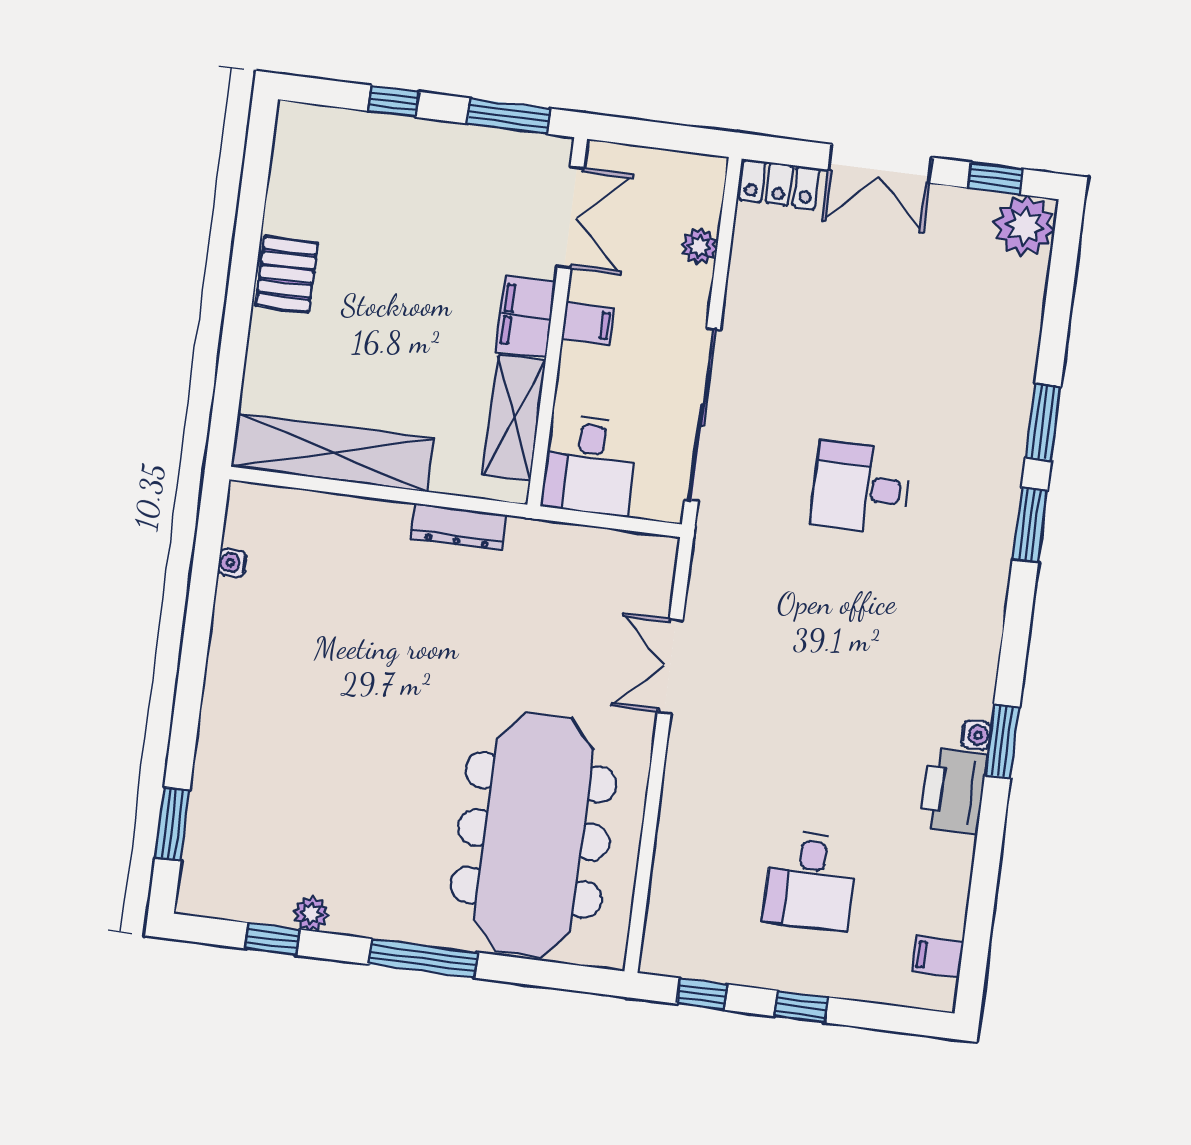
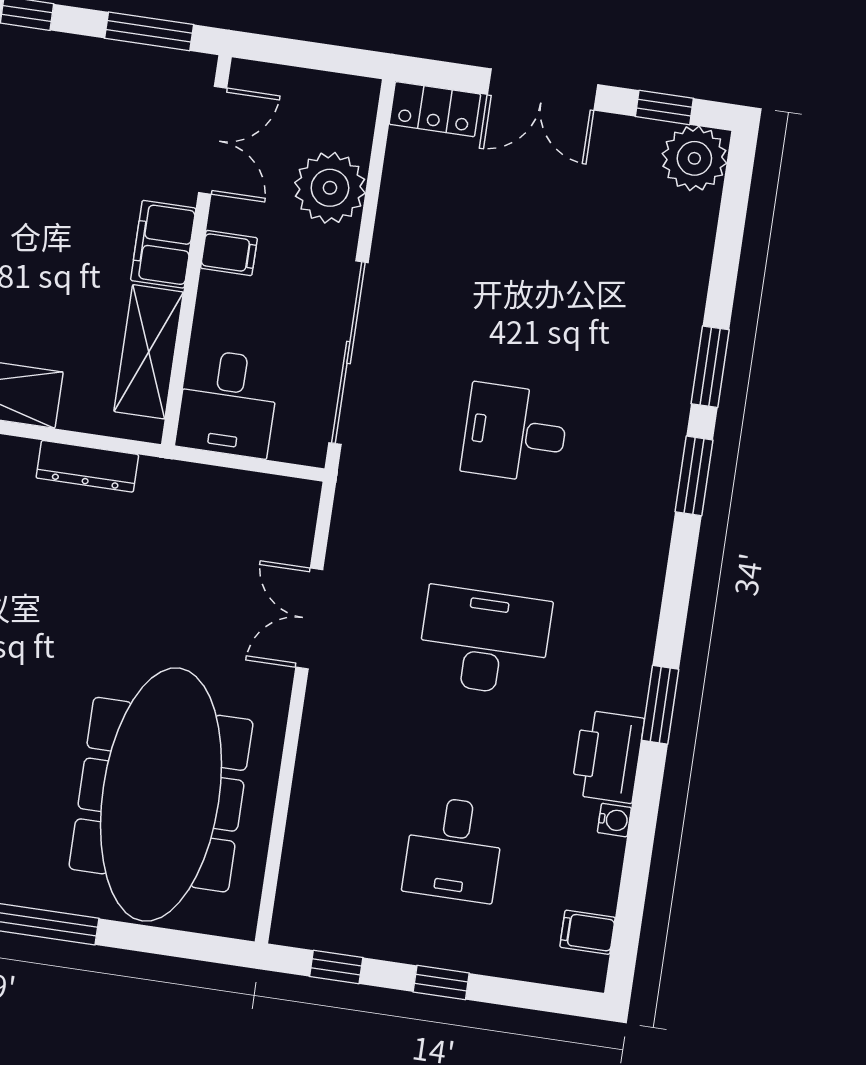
plant: (699, 247) -> (330, 188), width x1.88, depth x1.88
desk: (835, 684) -> (484, 641), added
water cooler: (976, 735) -> (614, 820), moved

